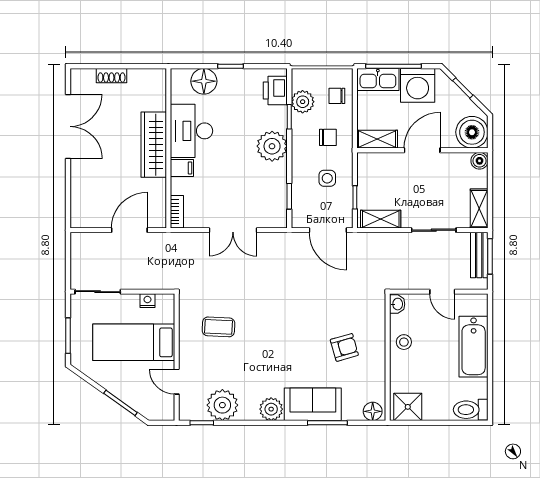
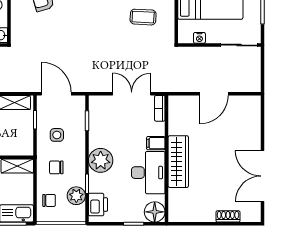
desk: (192, 131) -> (148, 173), moved
wardrobe: (154, 145) -> (178, 162), moved
wall: (168, 148) -> (167, 159), moved
filing cabinet: (182, 168) -> (156, 143), moved
bookcase: (177, 212) -> (160, 108), moved

